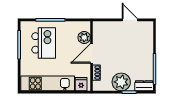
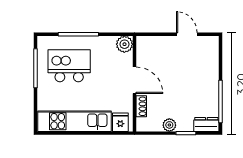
plant: (84, 37) -> (124, 44), moved
kitchen island: (44, 43) -> (69, 66), turned -90
door: (91, 53) -> (134, 80), swing flipped
plant: (121, 82) -> (169, 125), width x0.53, depth x0.53

